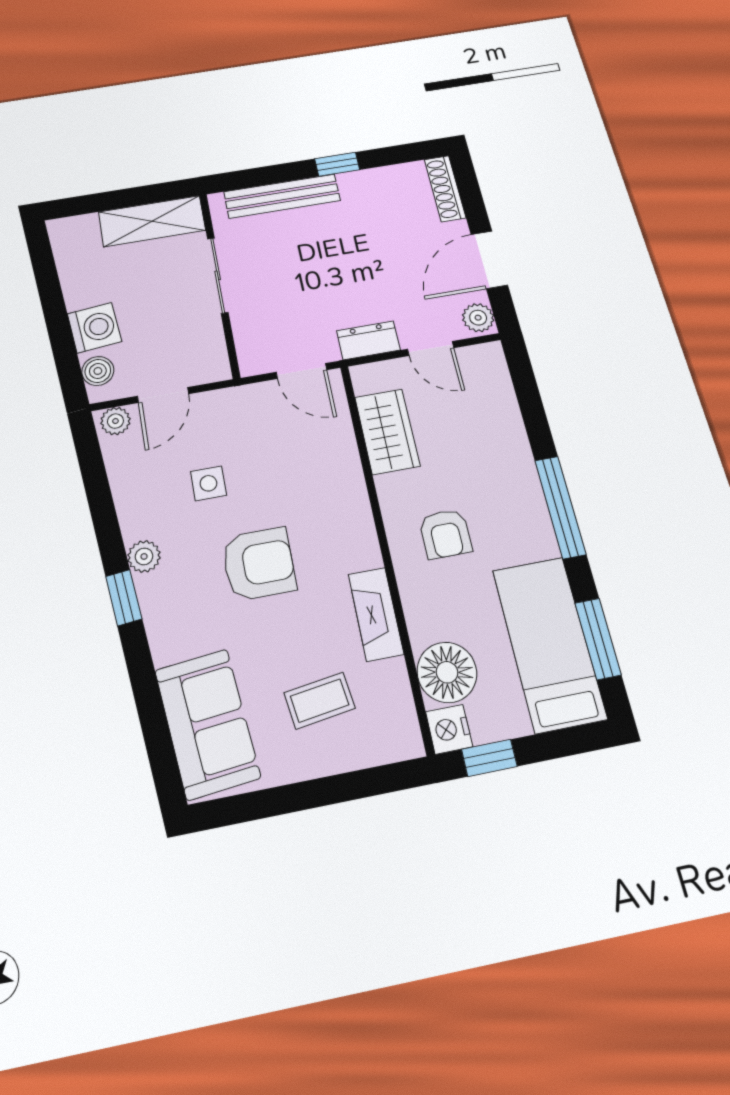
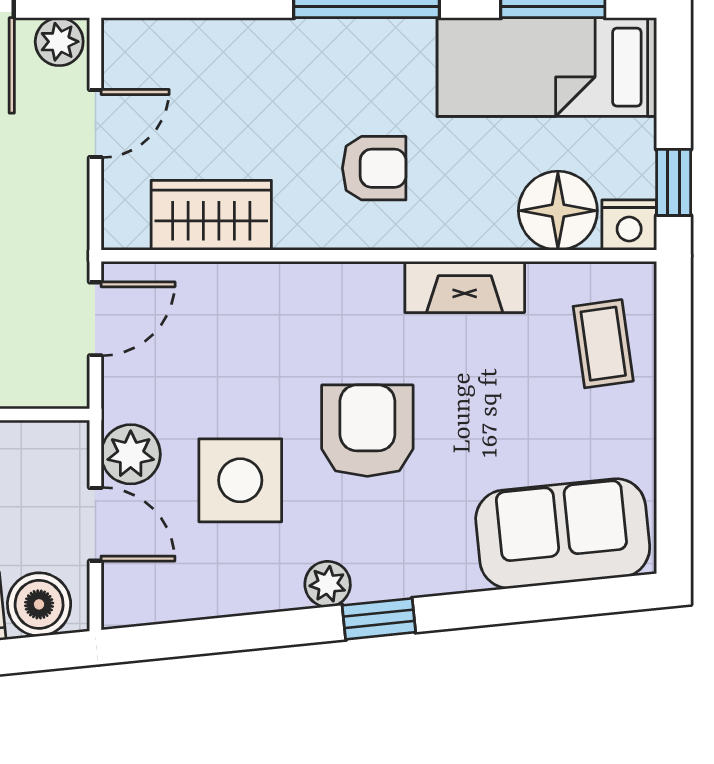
dresser: (368, 340) -> (65, 212), removed
boiler: (98, 371) -> (39, 604), width x1.36, depth x1.36
plant: (115, 421) -> (131, 454), moved, width x1.38, depth x1.38
side table: (208, 483) -> (240, 480), width x1.87, depth x1.87
coffee table: (320, 701) -> (603, 344), moved

